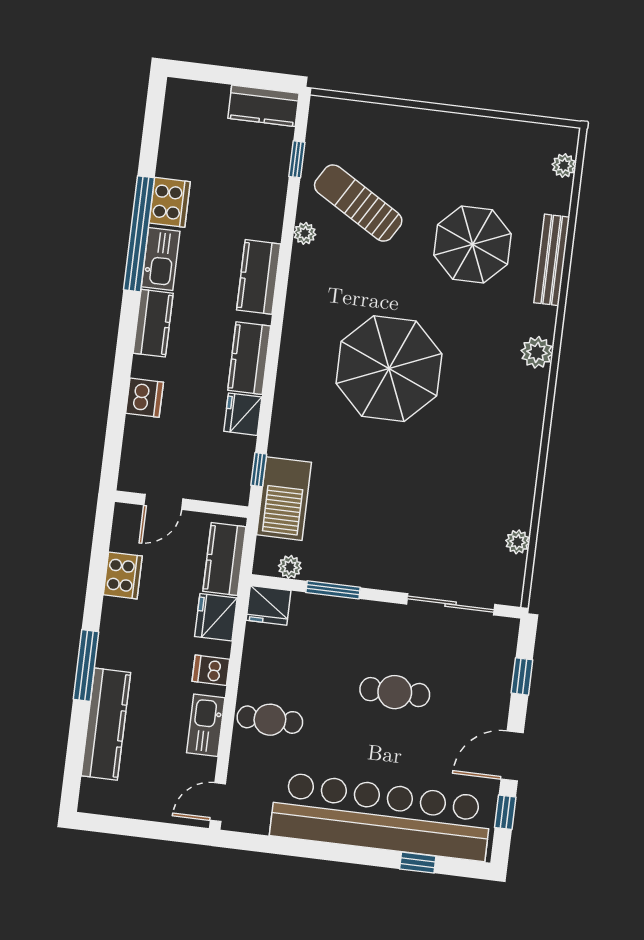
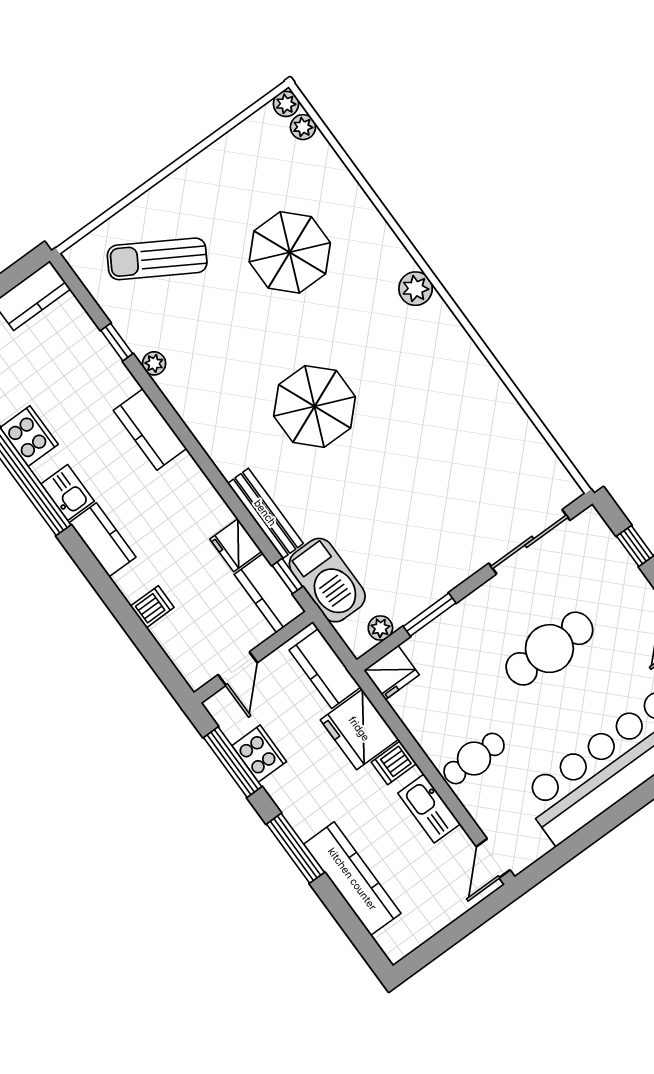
window: (297, 159) -> (117, 342), moved
sun lounger: (358, 203) -> (157, 259), moved
kitchen sink: (161, 259) -> (68, 492), width x0.73
bench: (552, 260) -> (265, 513), moved
kitchen counter: (249, 358) -> (270, 593), moved
parasol: (389, 369) -> (315, 406), width x0.73, depth x0.73
dishwasher: (145, 398) -> (152, 607), width x0.73
plant: (518, 542) -> (286, 104), moved
window: (99, 564) -> (233, 762), added
fridge: (216, 617) -> (359, 729), width x1.36, depth x1.34
cafe table: (395, 692) -> (549, 649), width x1.37, depth x1.35

